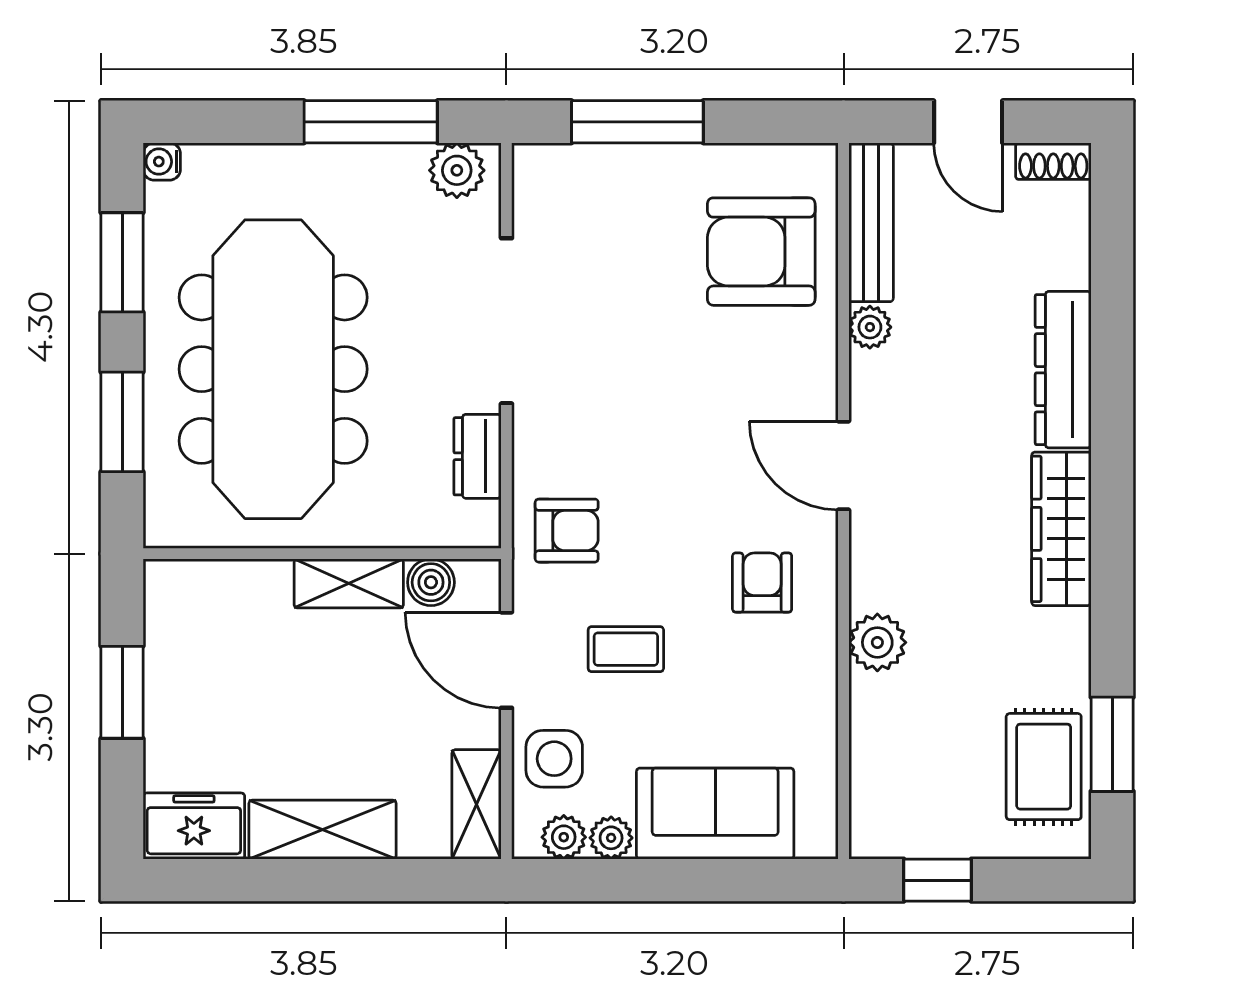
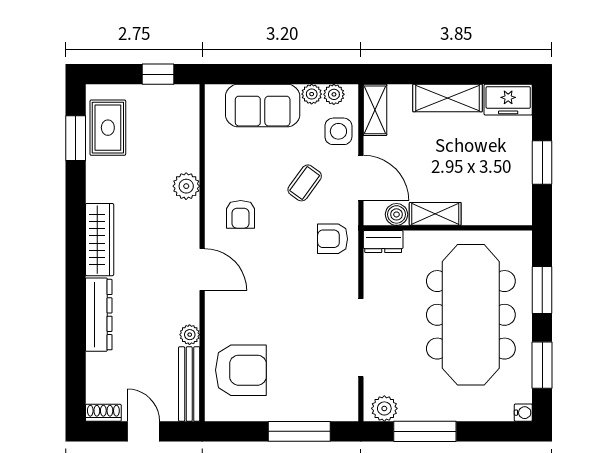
dresser: (478, 456) -> (383, 242), moved, turned 90
coffee table: (626, 649) -> (305, 183), turned -54

